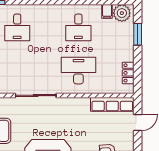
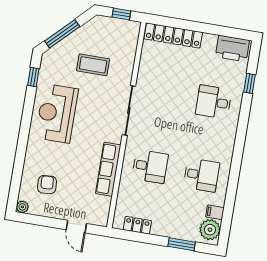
desk: (78, 27) -> (201, 175), turned 180
desk: (78, 71) -> (150, 166), width x0.73
row of seats: (112, 104) -> (108, 169), moved

